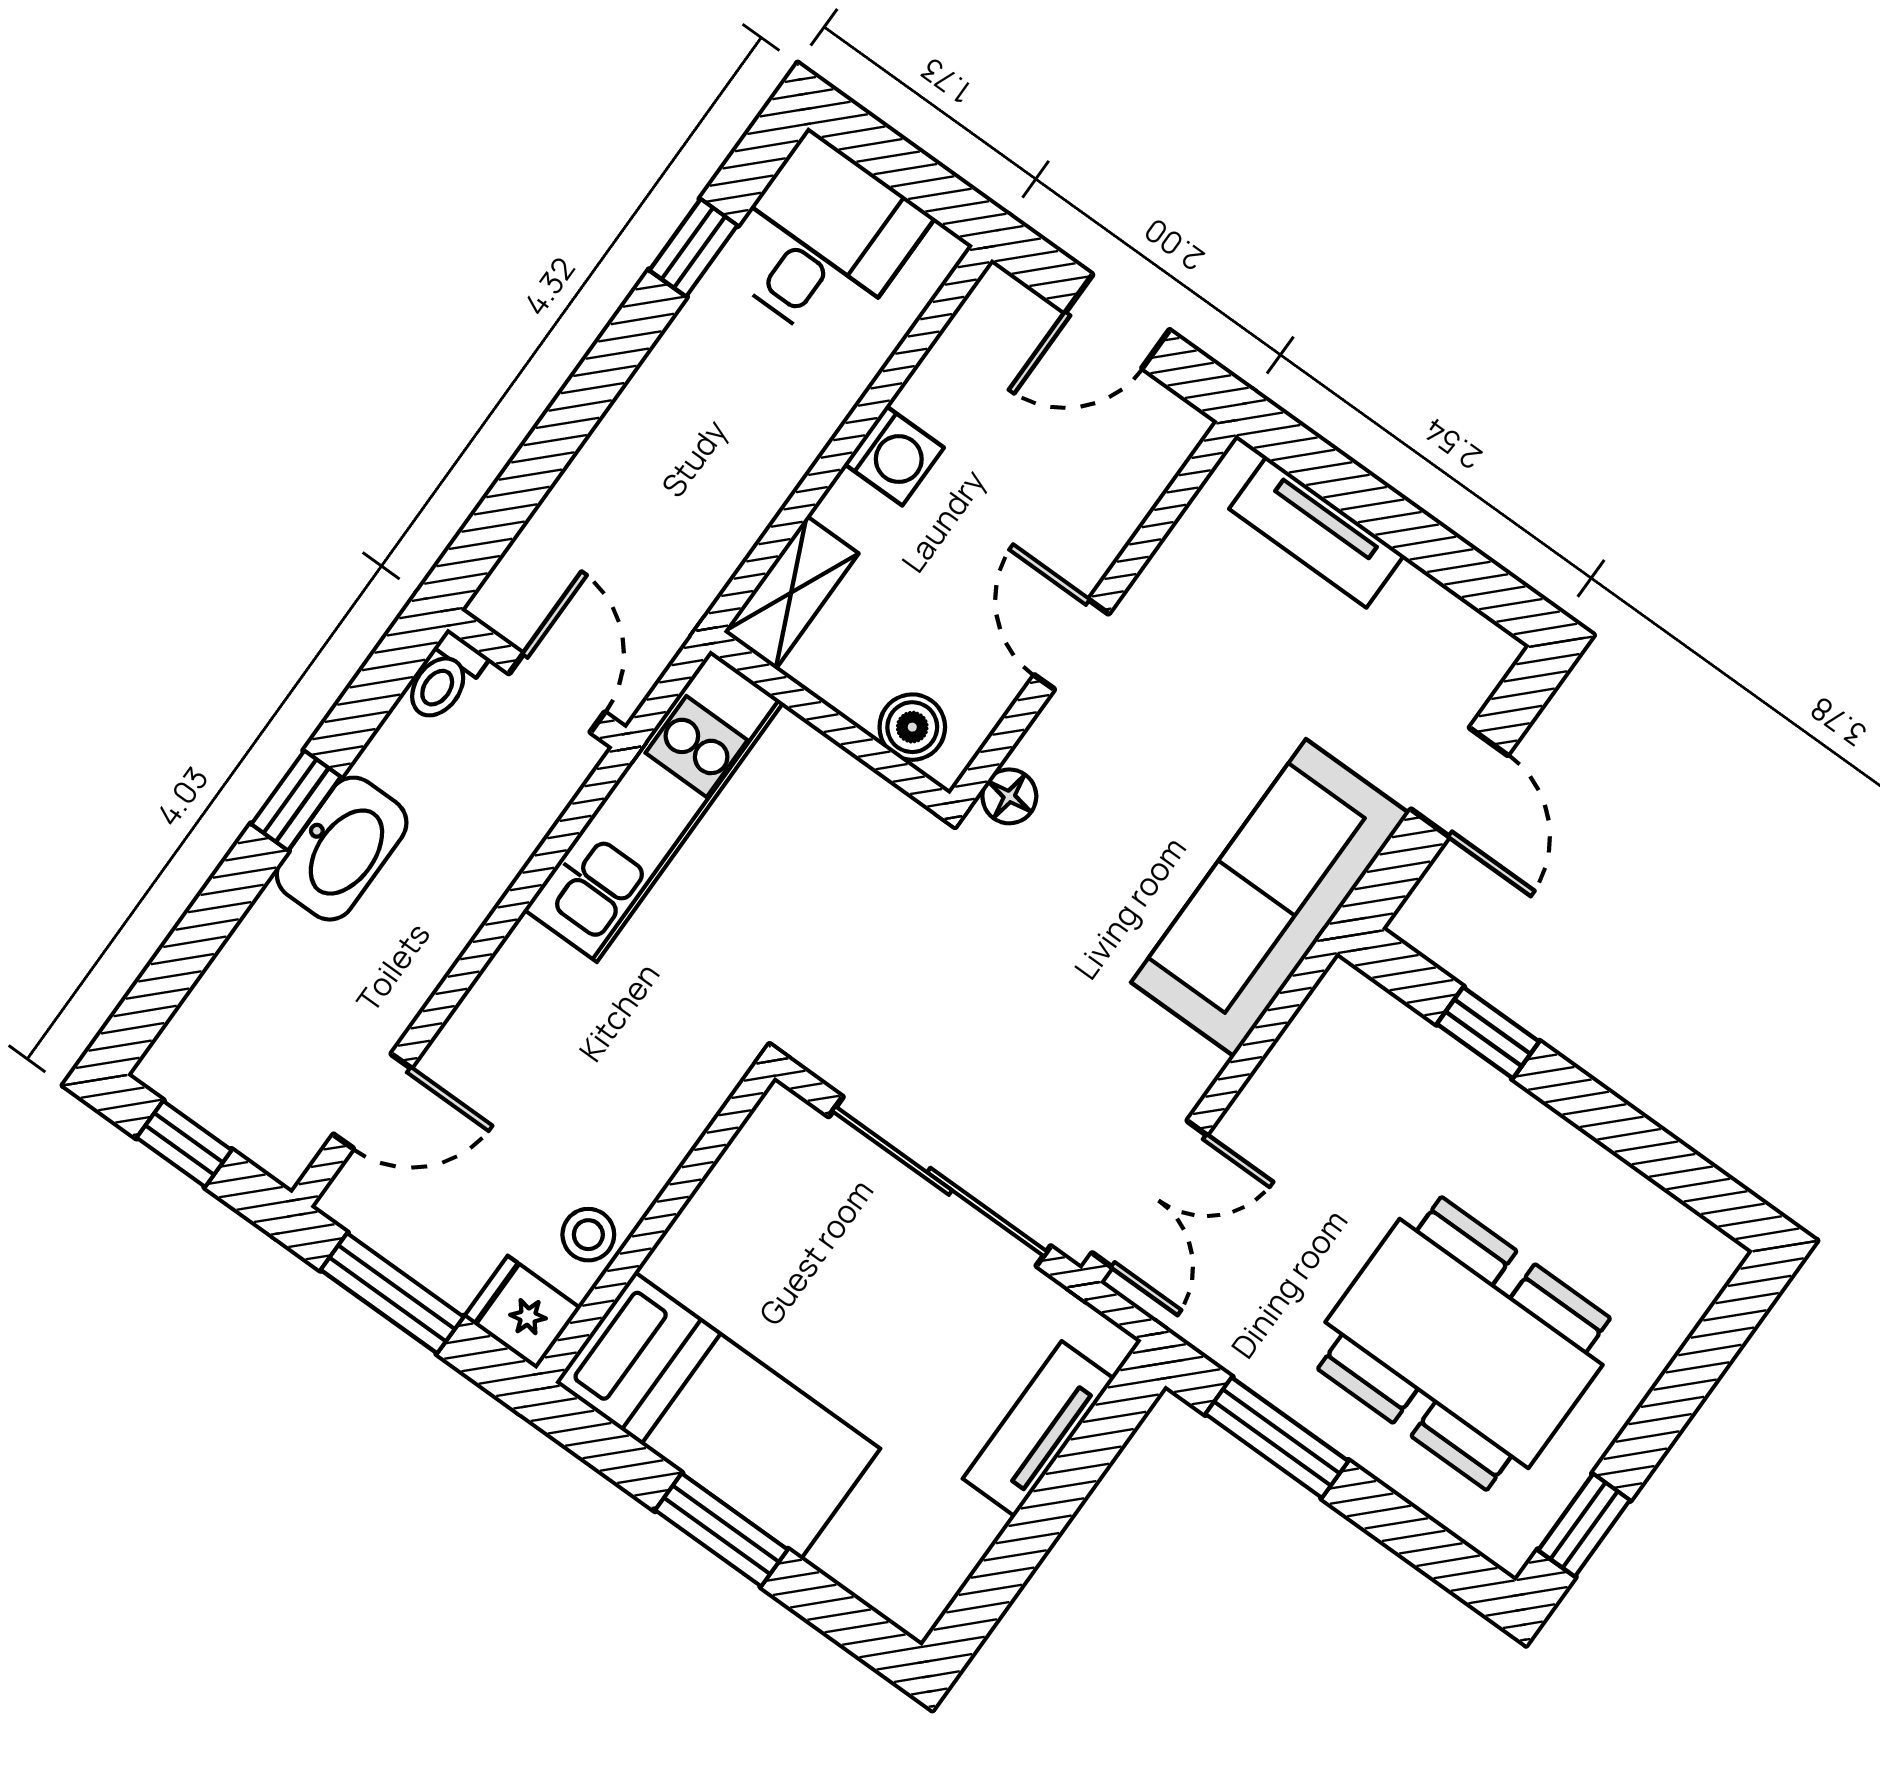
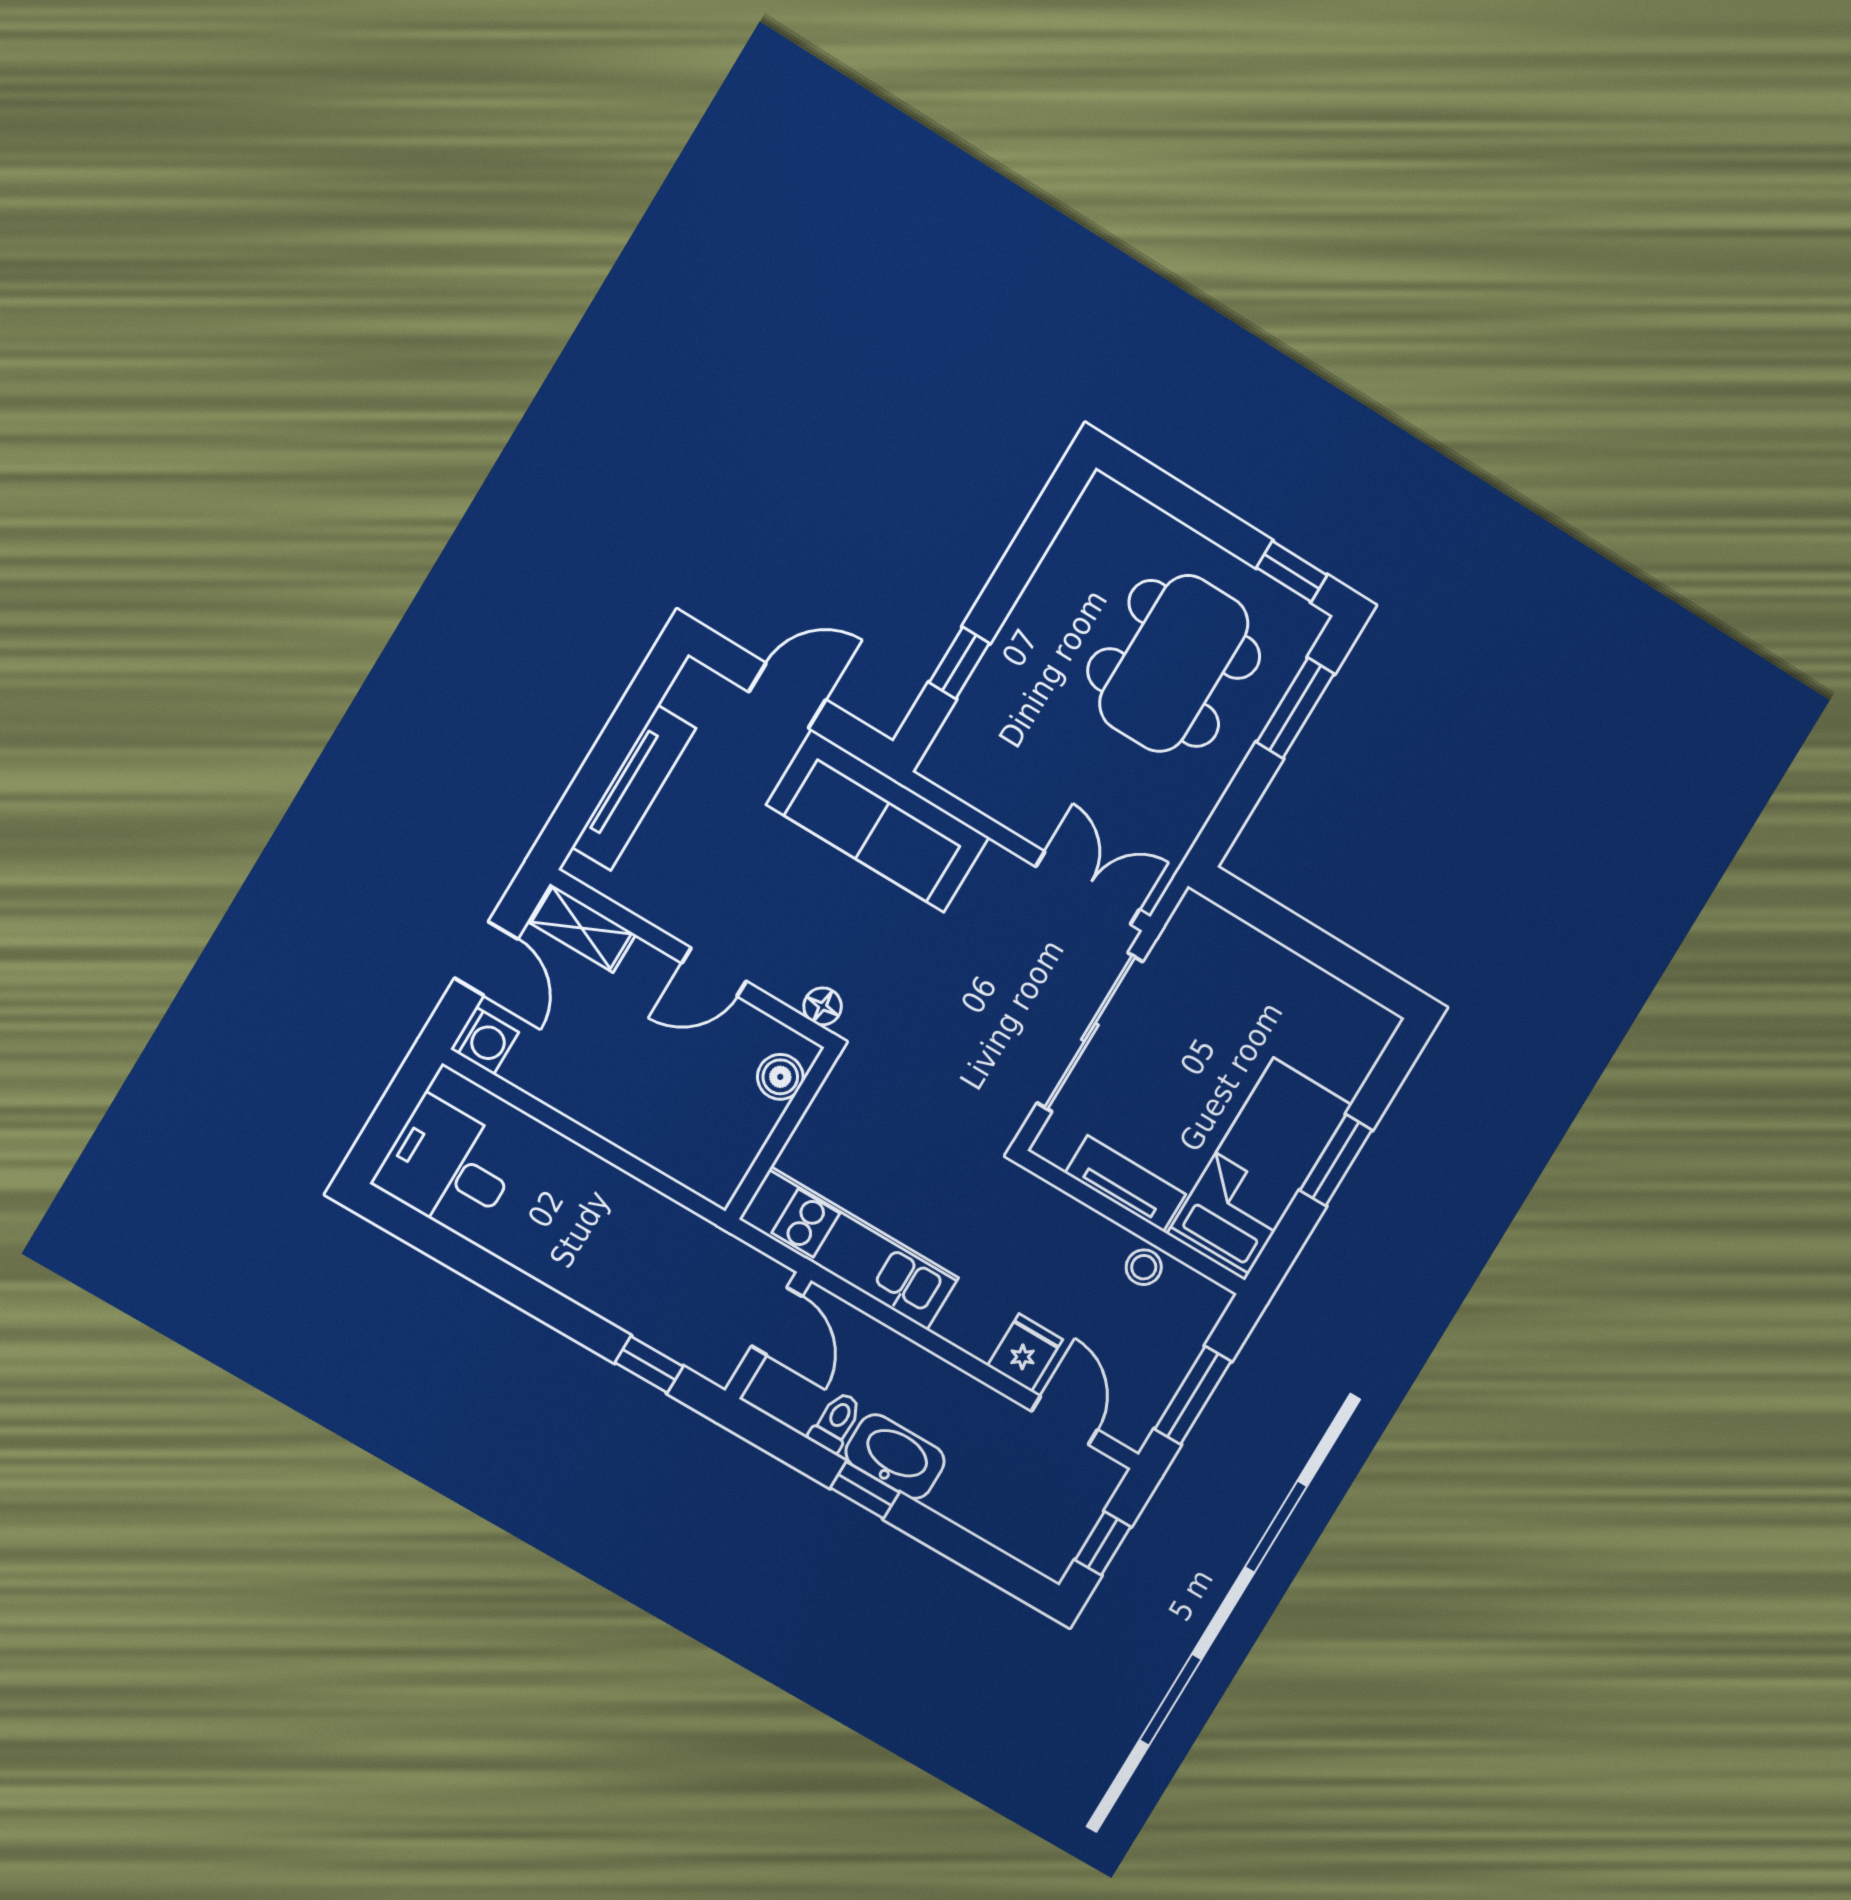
window: (693, 248) -> (649, 1365), moved
washing machine: (894, 456) -> (485, 1041), moved, turned 90
tv unit: (1317, 532) -> (634, 788), width x1.41
shelving: (791, 593) -> (581, 928), moved
toilet: (444, 678) -> (836, 1422), moved, turned -90
door: (557, 693) -> (777, 1321), swing flipped
fridge: (522, 1312) -> (1025, 1353), moved, turned 180
tv unit: (1038, 1429) -> (1125, 1184), moved, turned 180
window: (1277, 1438) -> (1295, 708), moved

